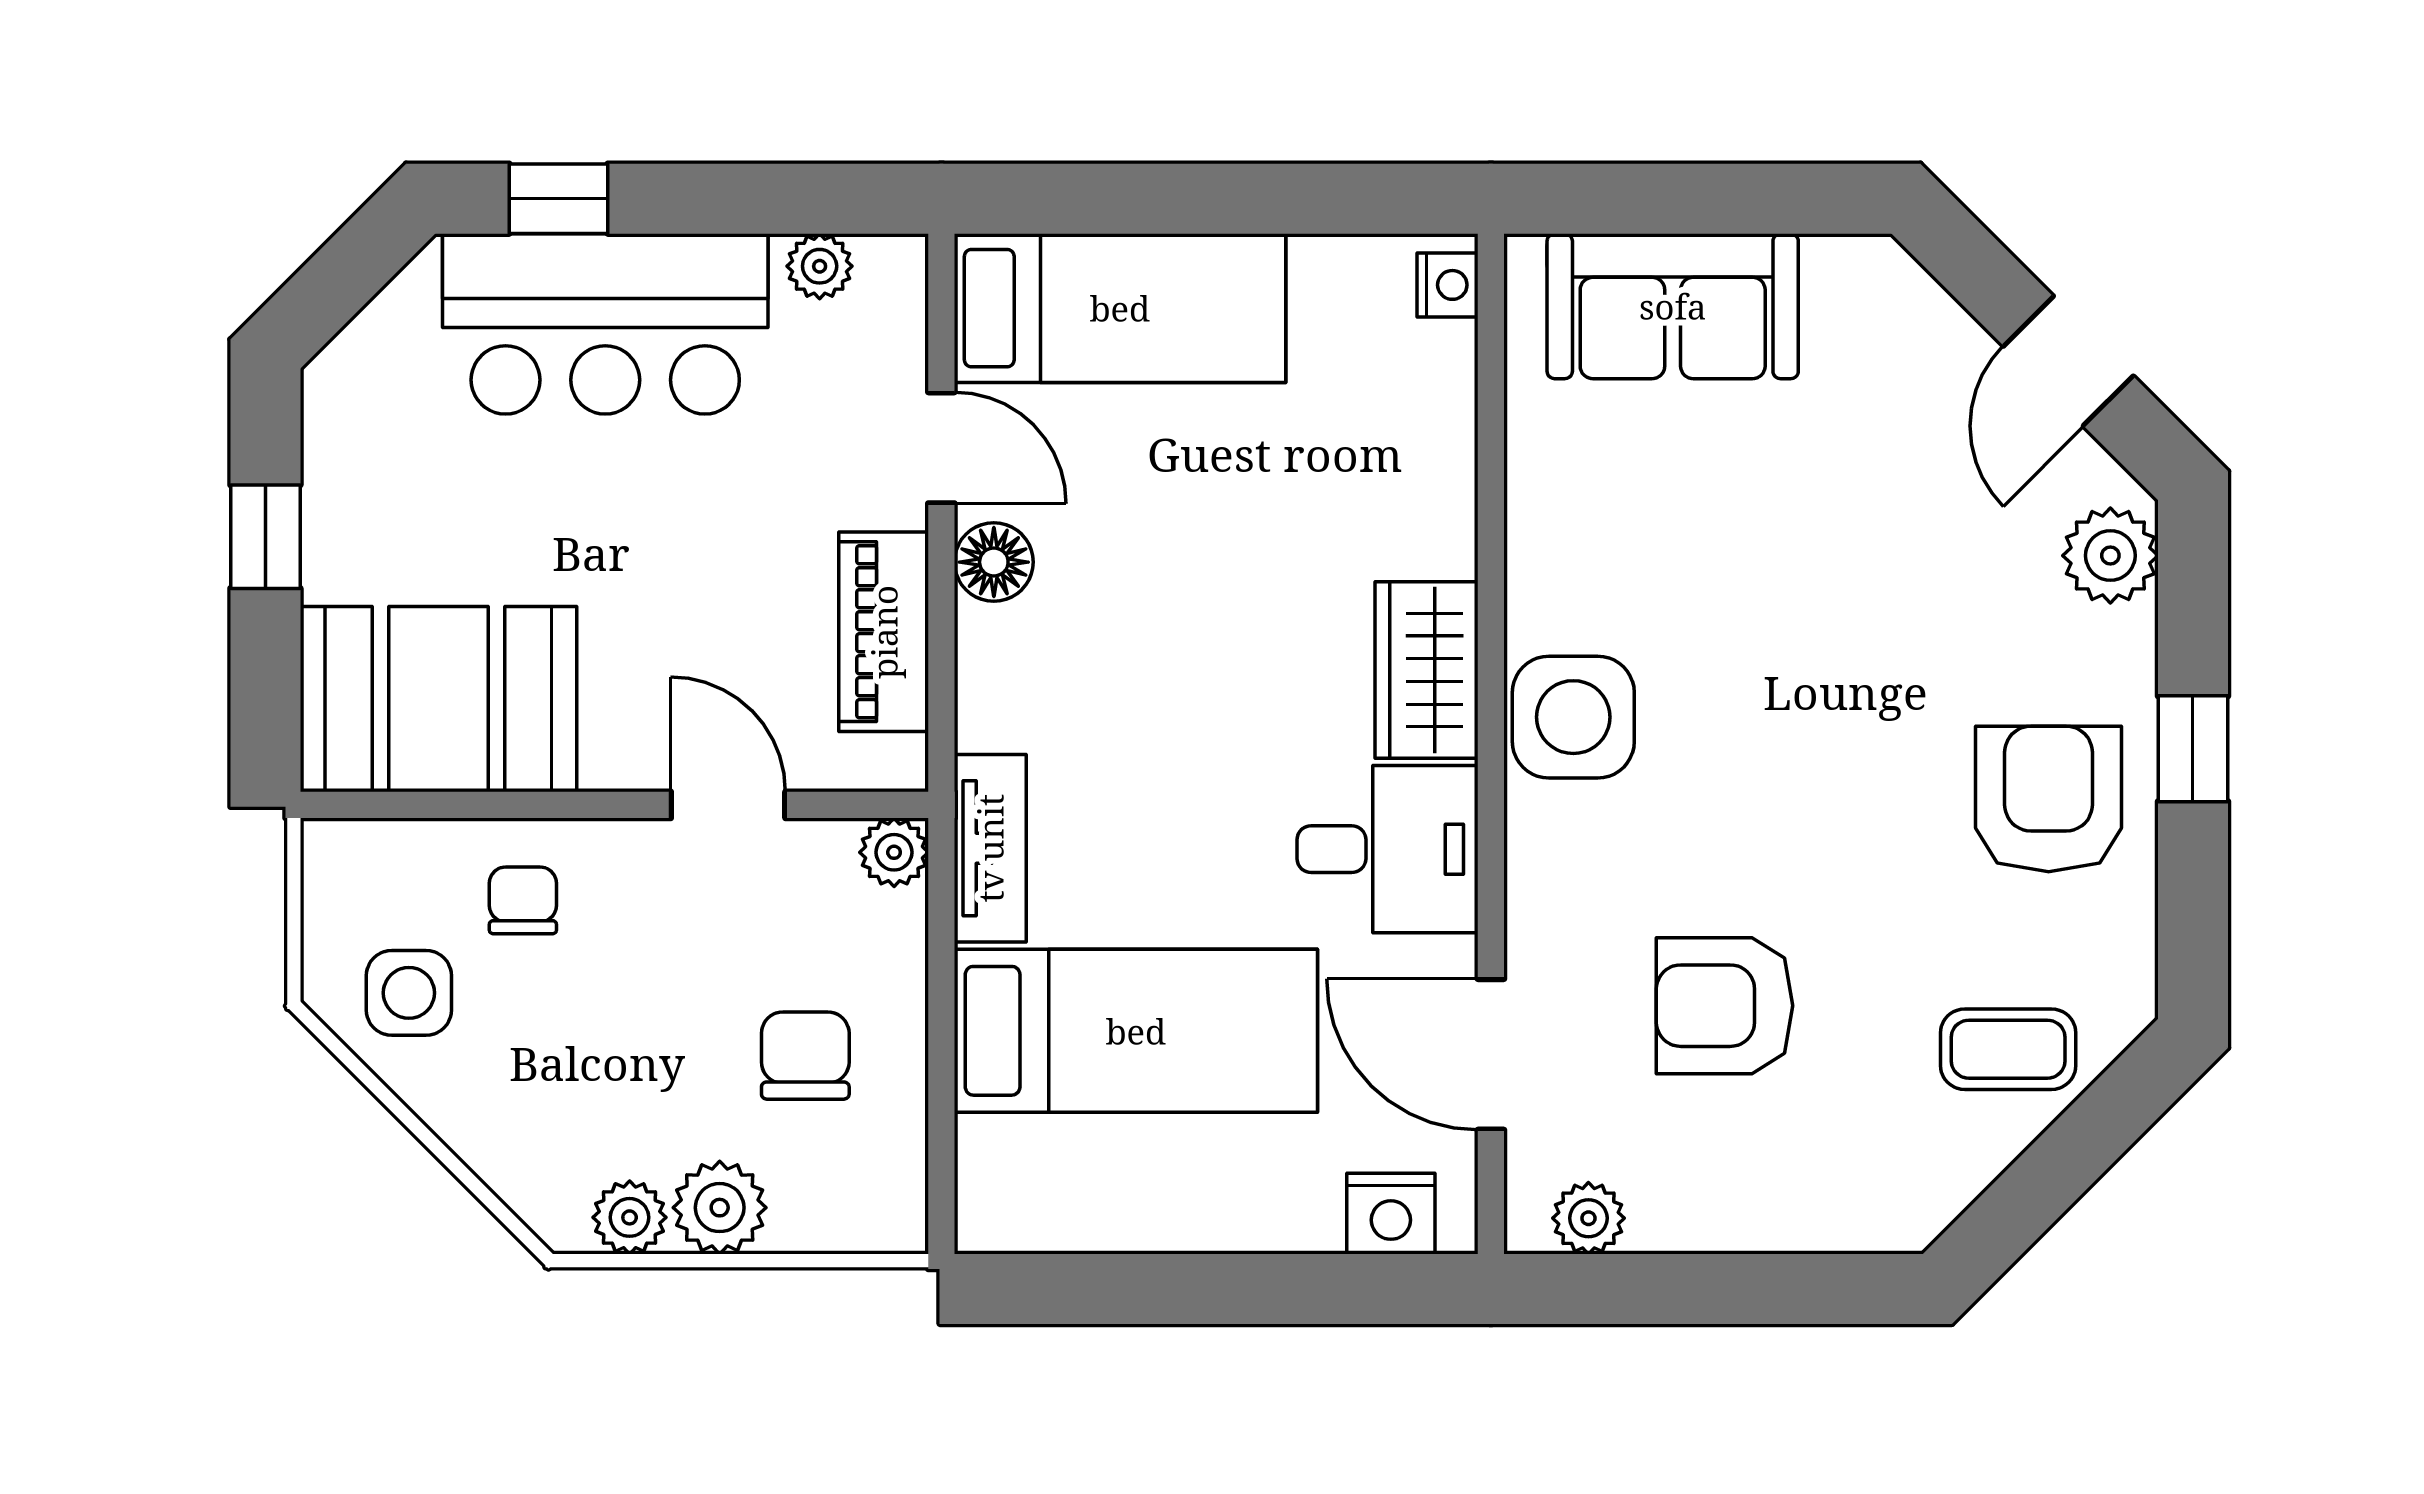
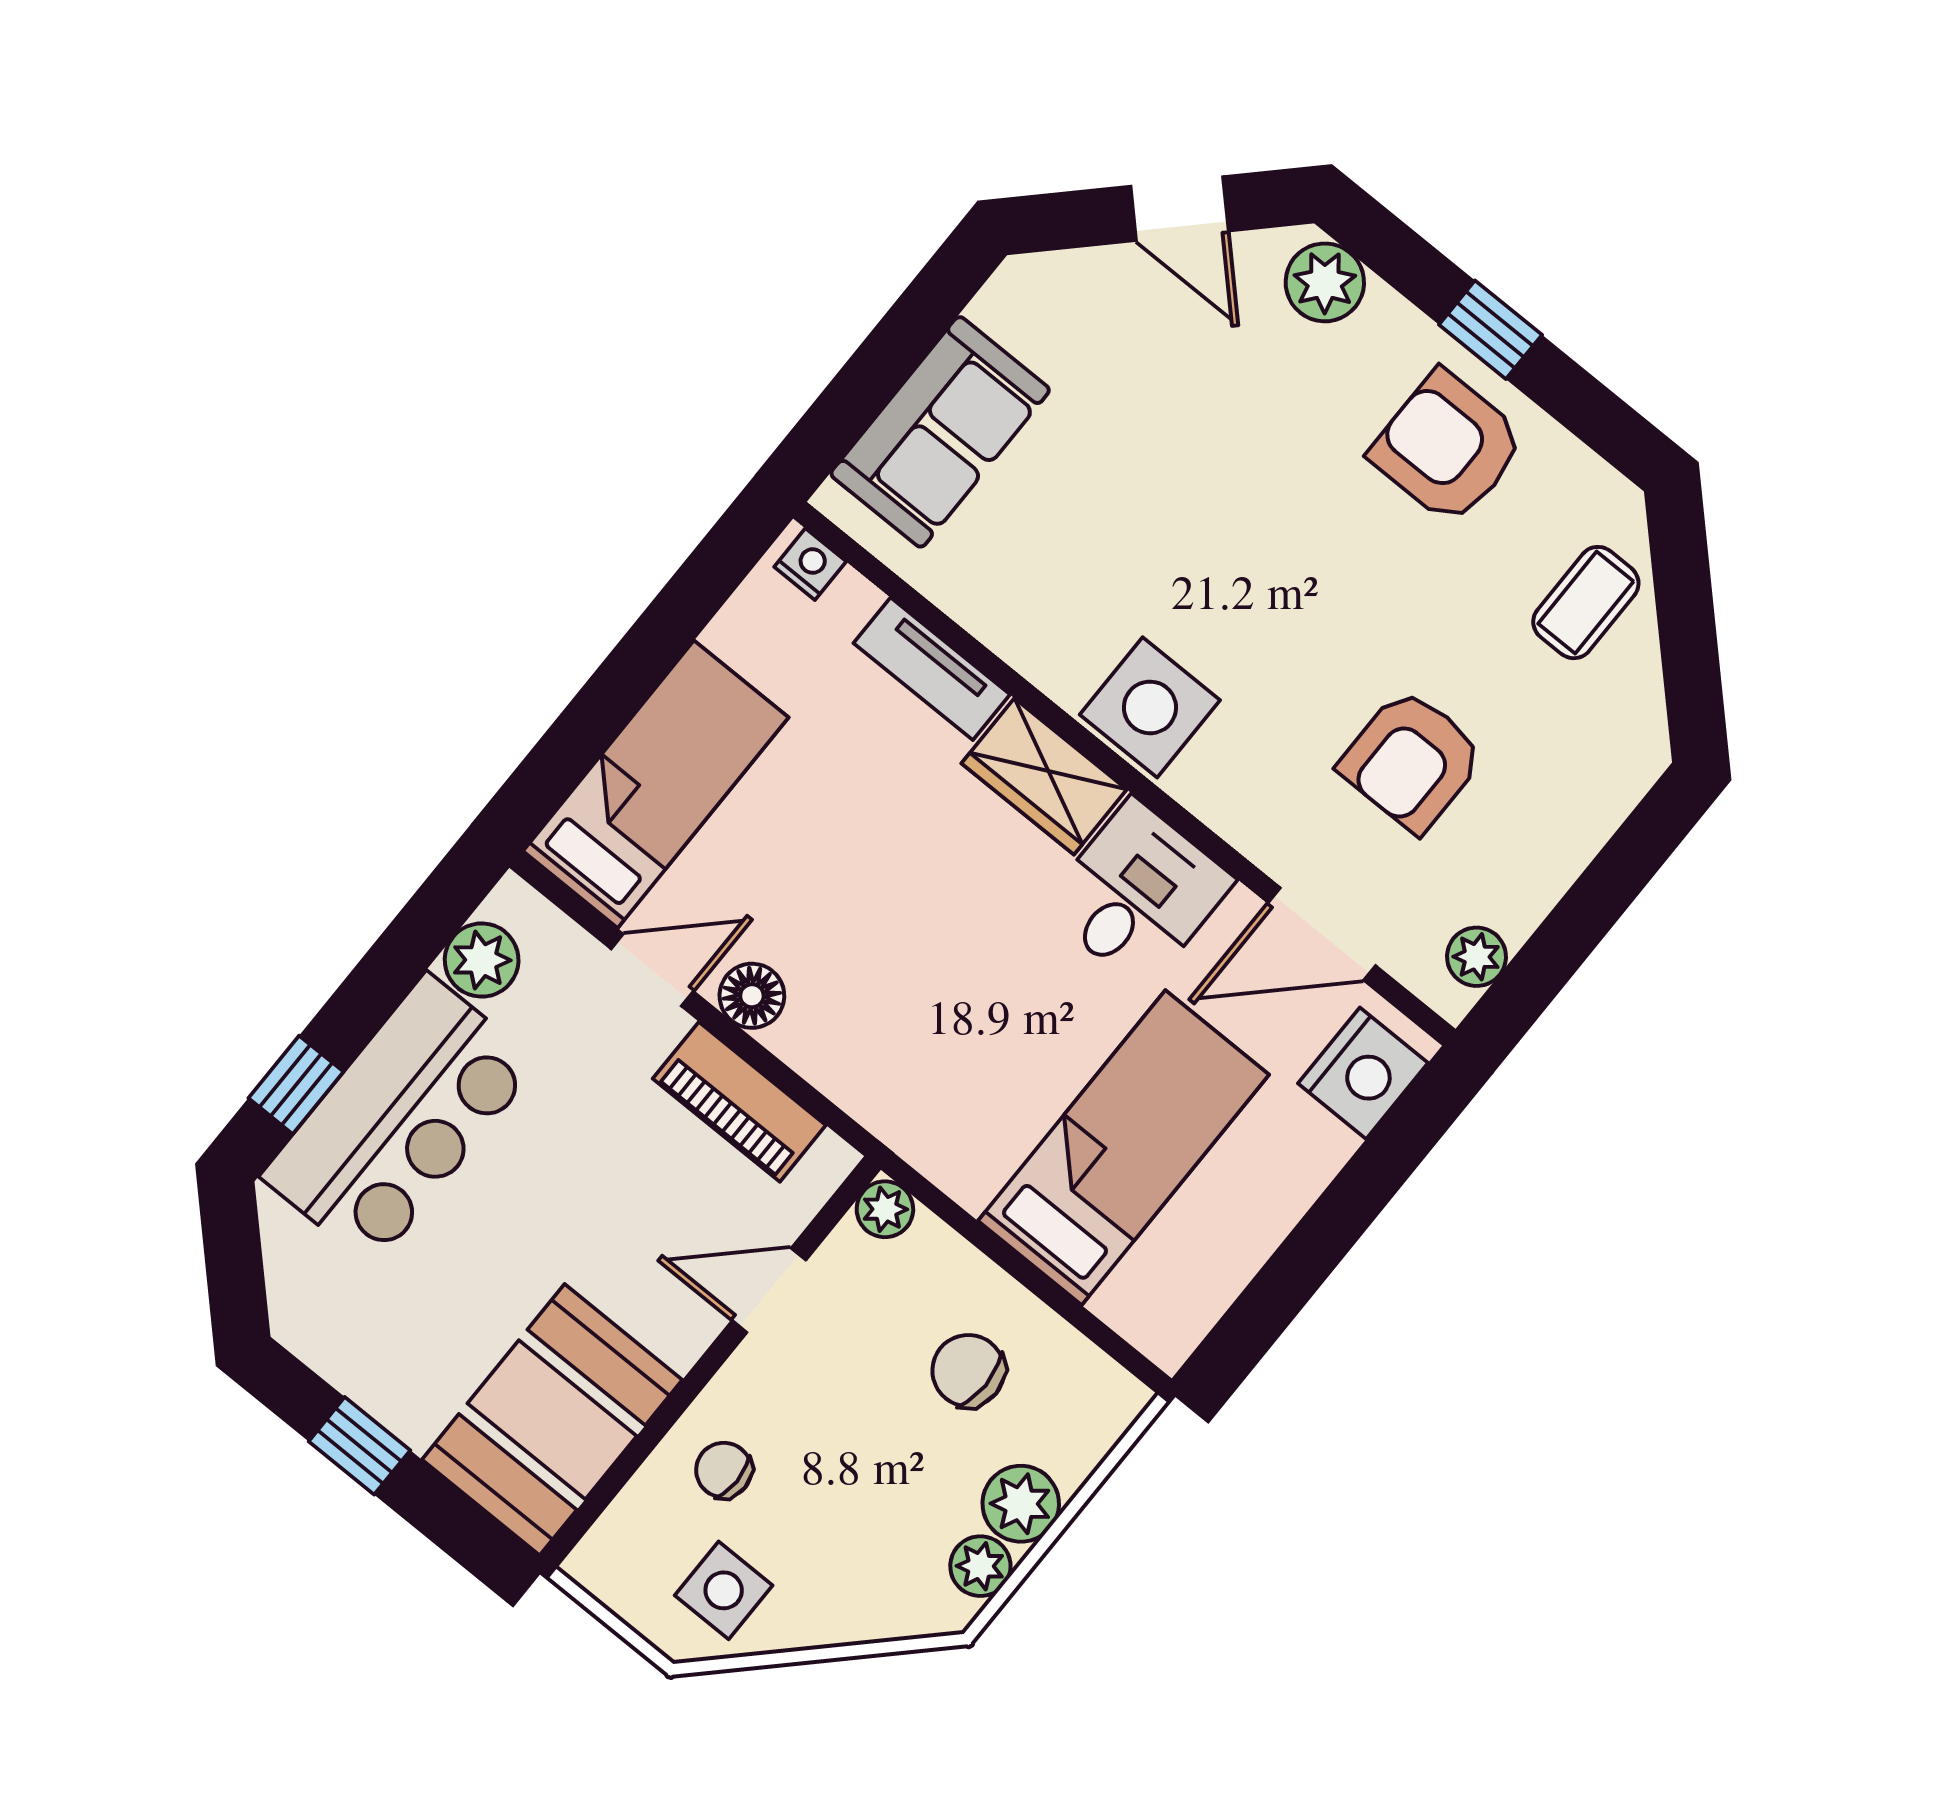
plant: (820, 266) -> (482, 960), width x1.38, depth x1.38
tv unit: (990, 848) -> (932, 669), moved, turned 180
nightstand: (1391, 1214) -> (1363, 1073), width x1.36, depth x1.33

